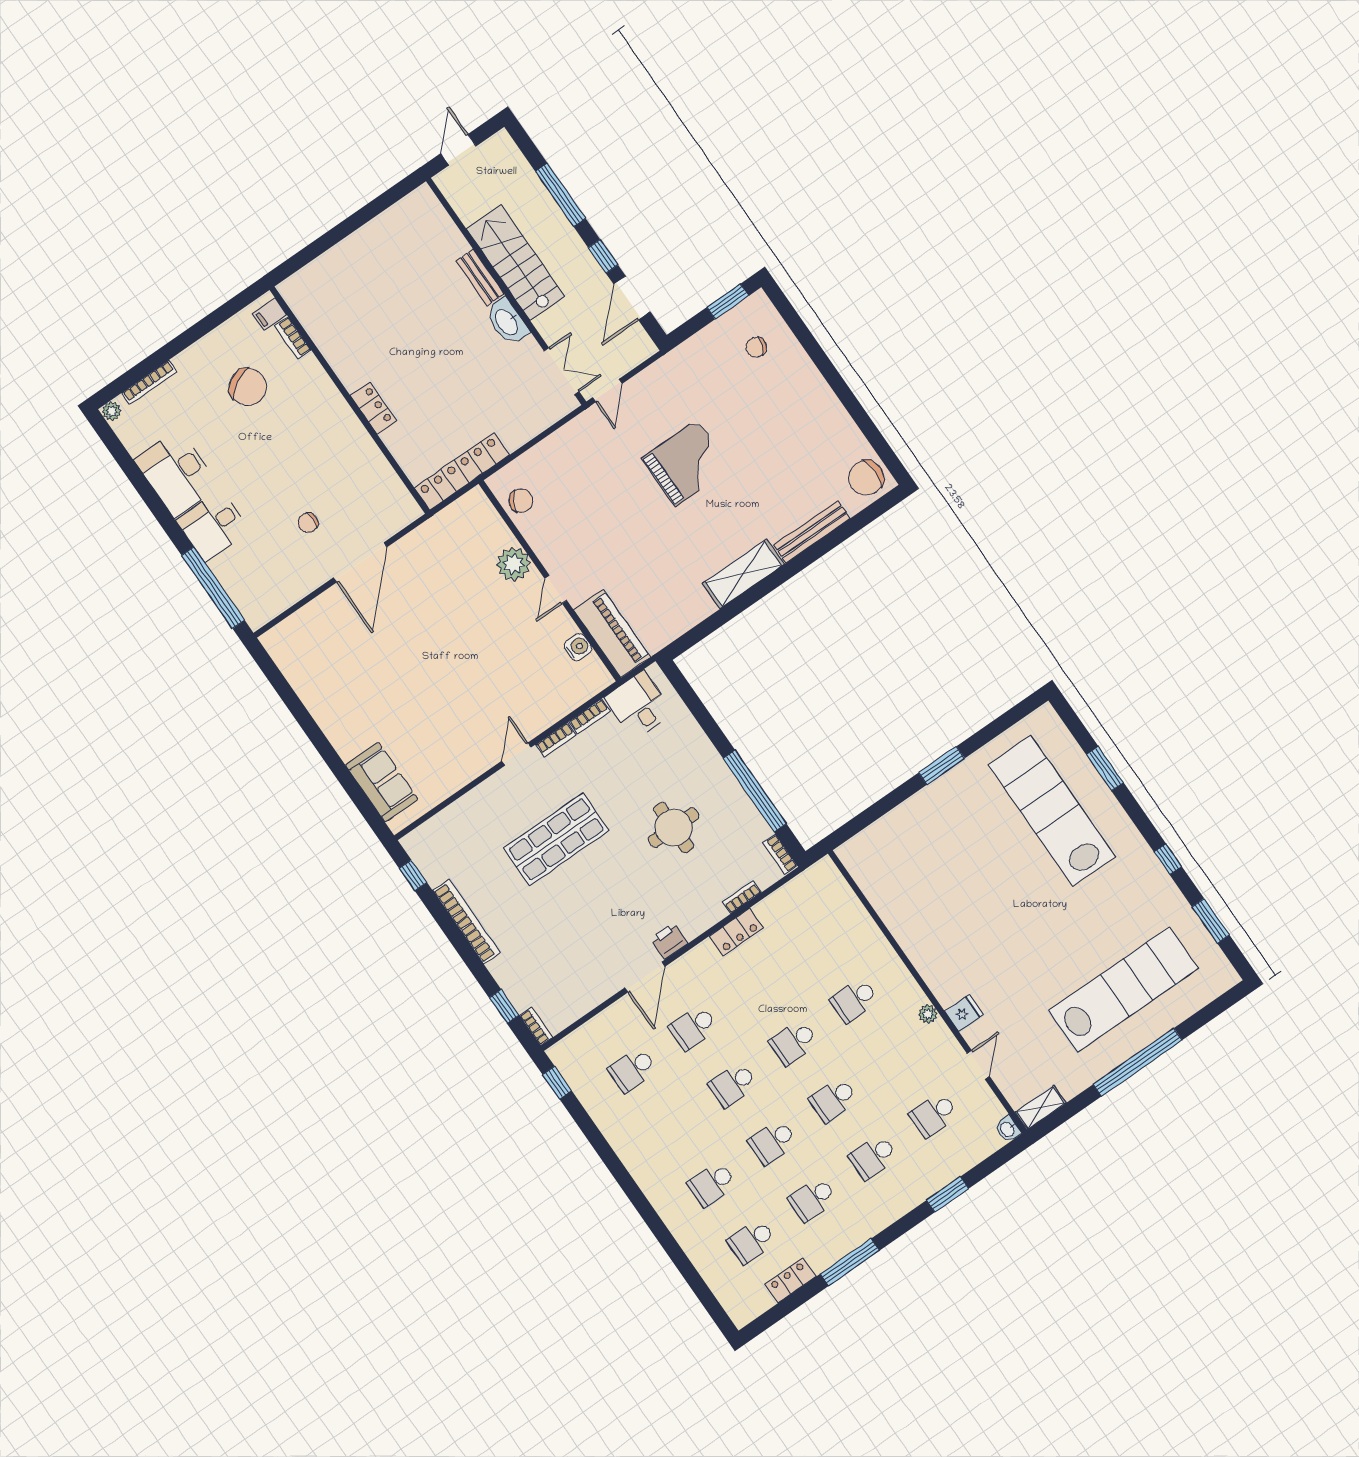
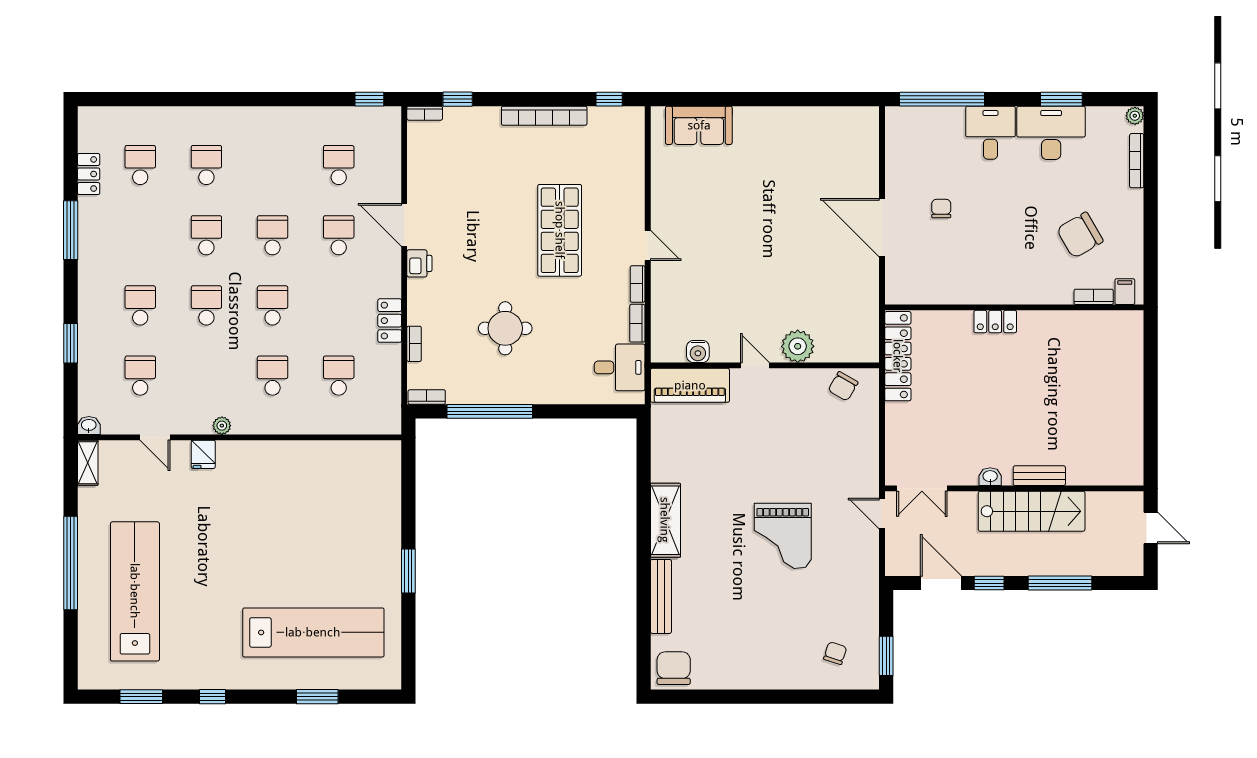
washbasin: (507, 322) -> (990, 477), width x0.52, depth x0.69
window: (141, 484) -> (1061, 99), added
lab bench: (1124, 990) -> (135, 591), turned 180
school desk: (812, 1199) -> (339, 376), moved

